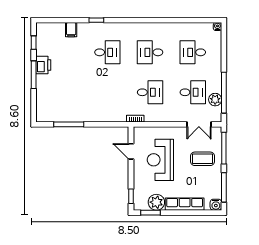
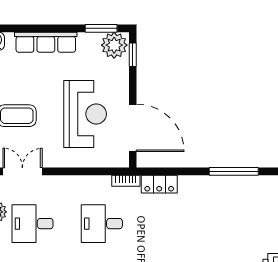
locker: (115, 117) -> (159, 184), added
door: (131, 151) -> (133, 128), width x1.88
plant: (156, 202) -> (114, 45), moved

